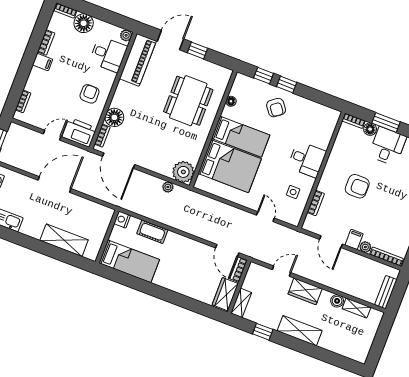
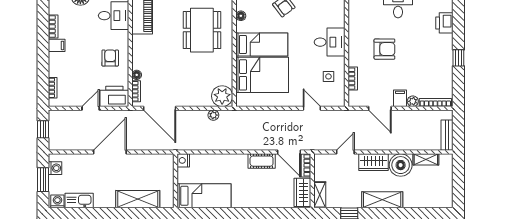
floor lamp: (114, 117) -> (137, 75), width x0.53, depth x0.53
cot: (152, 232) -> (262, 161), moved
boiler: (337, 301) -> (401, 165), width x1.86, depth x1.86

